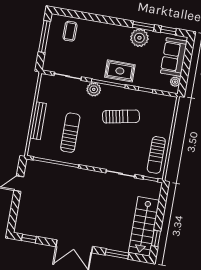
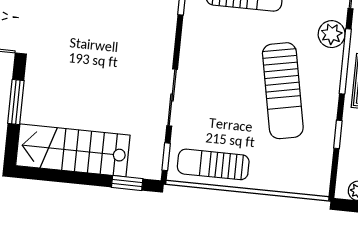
sun lounger: (121, 116) -> (283, 91), width x1.36, depth x1.34
window: (156, 238) -> (127, 183), moved

